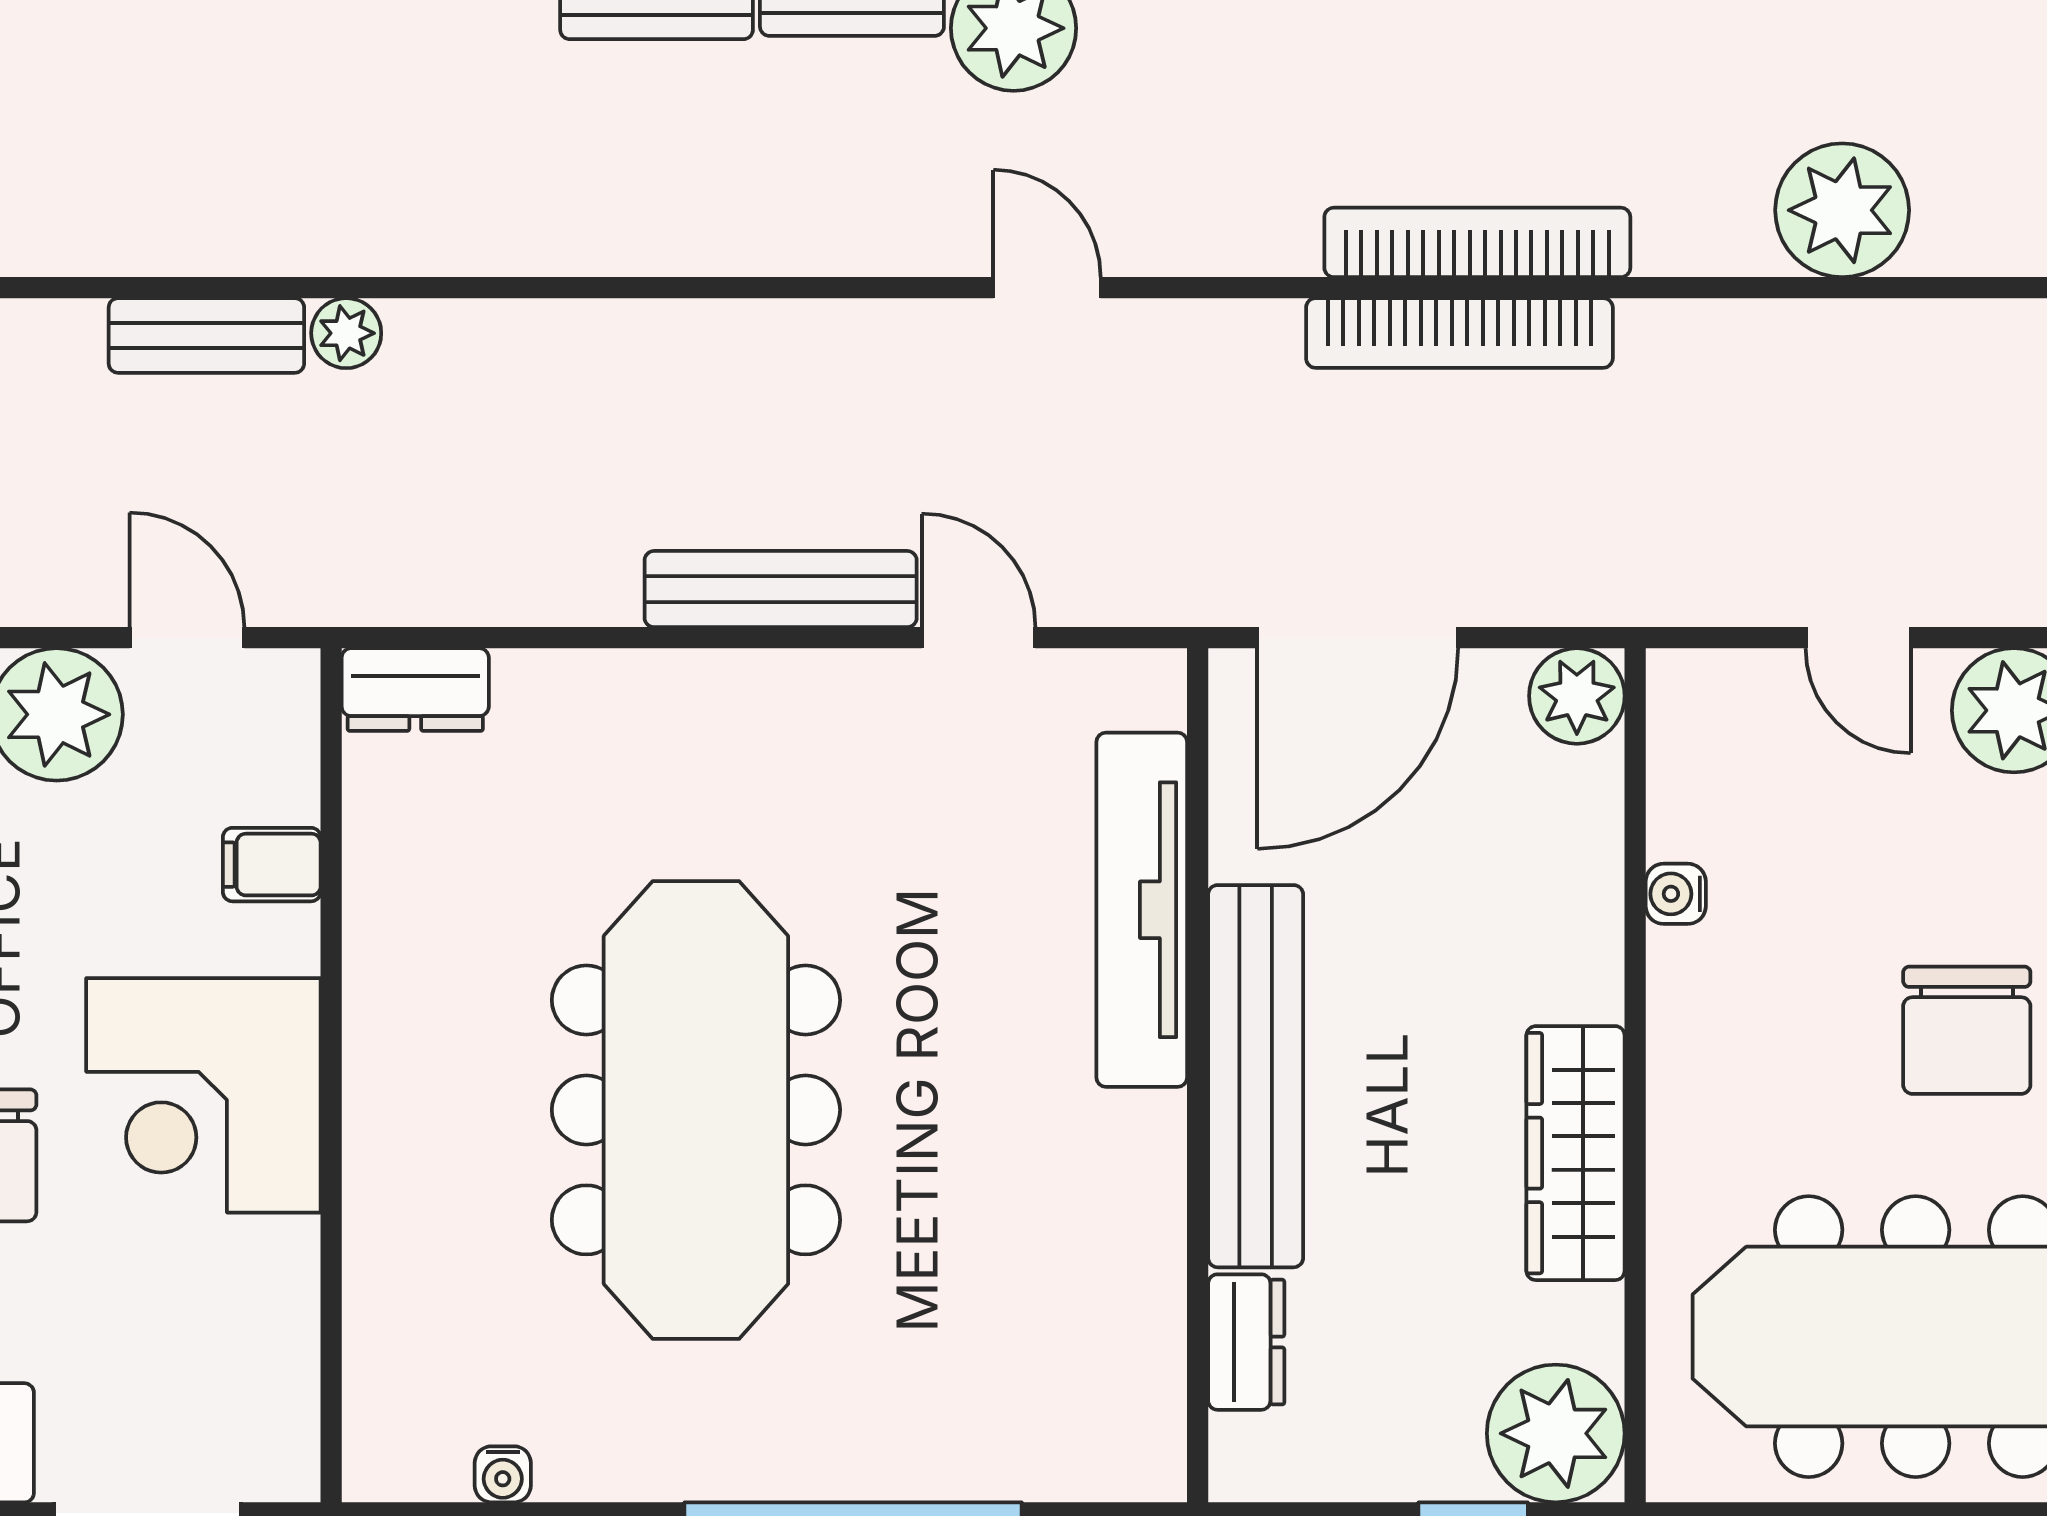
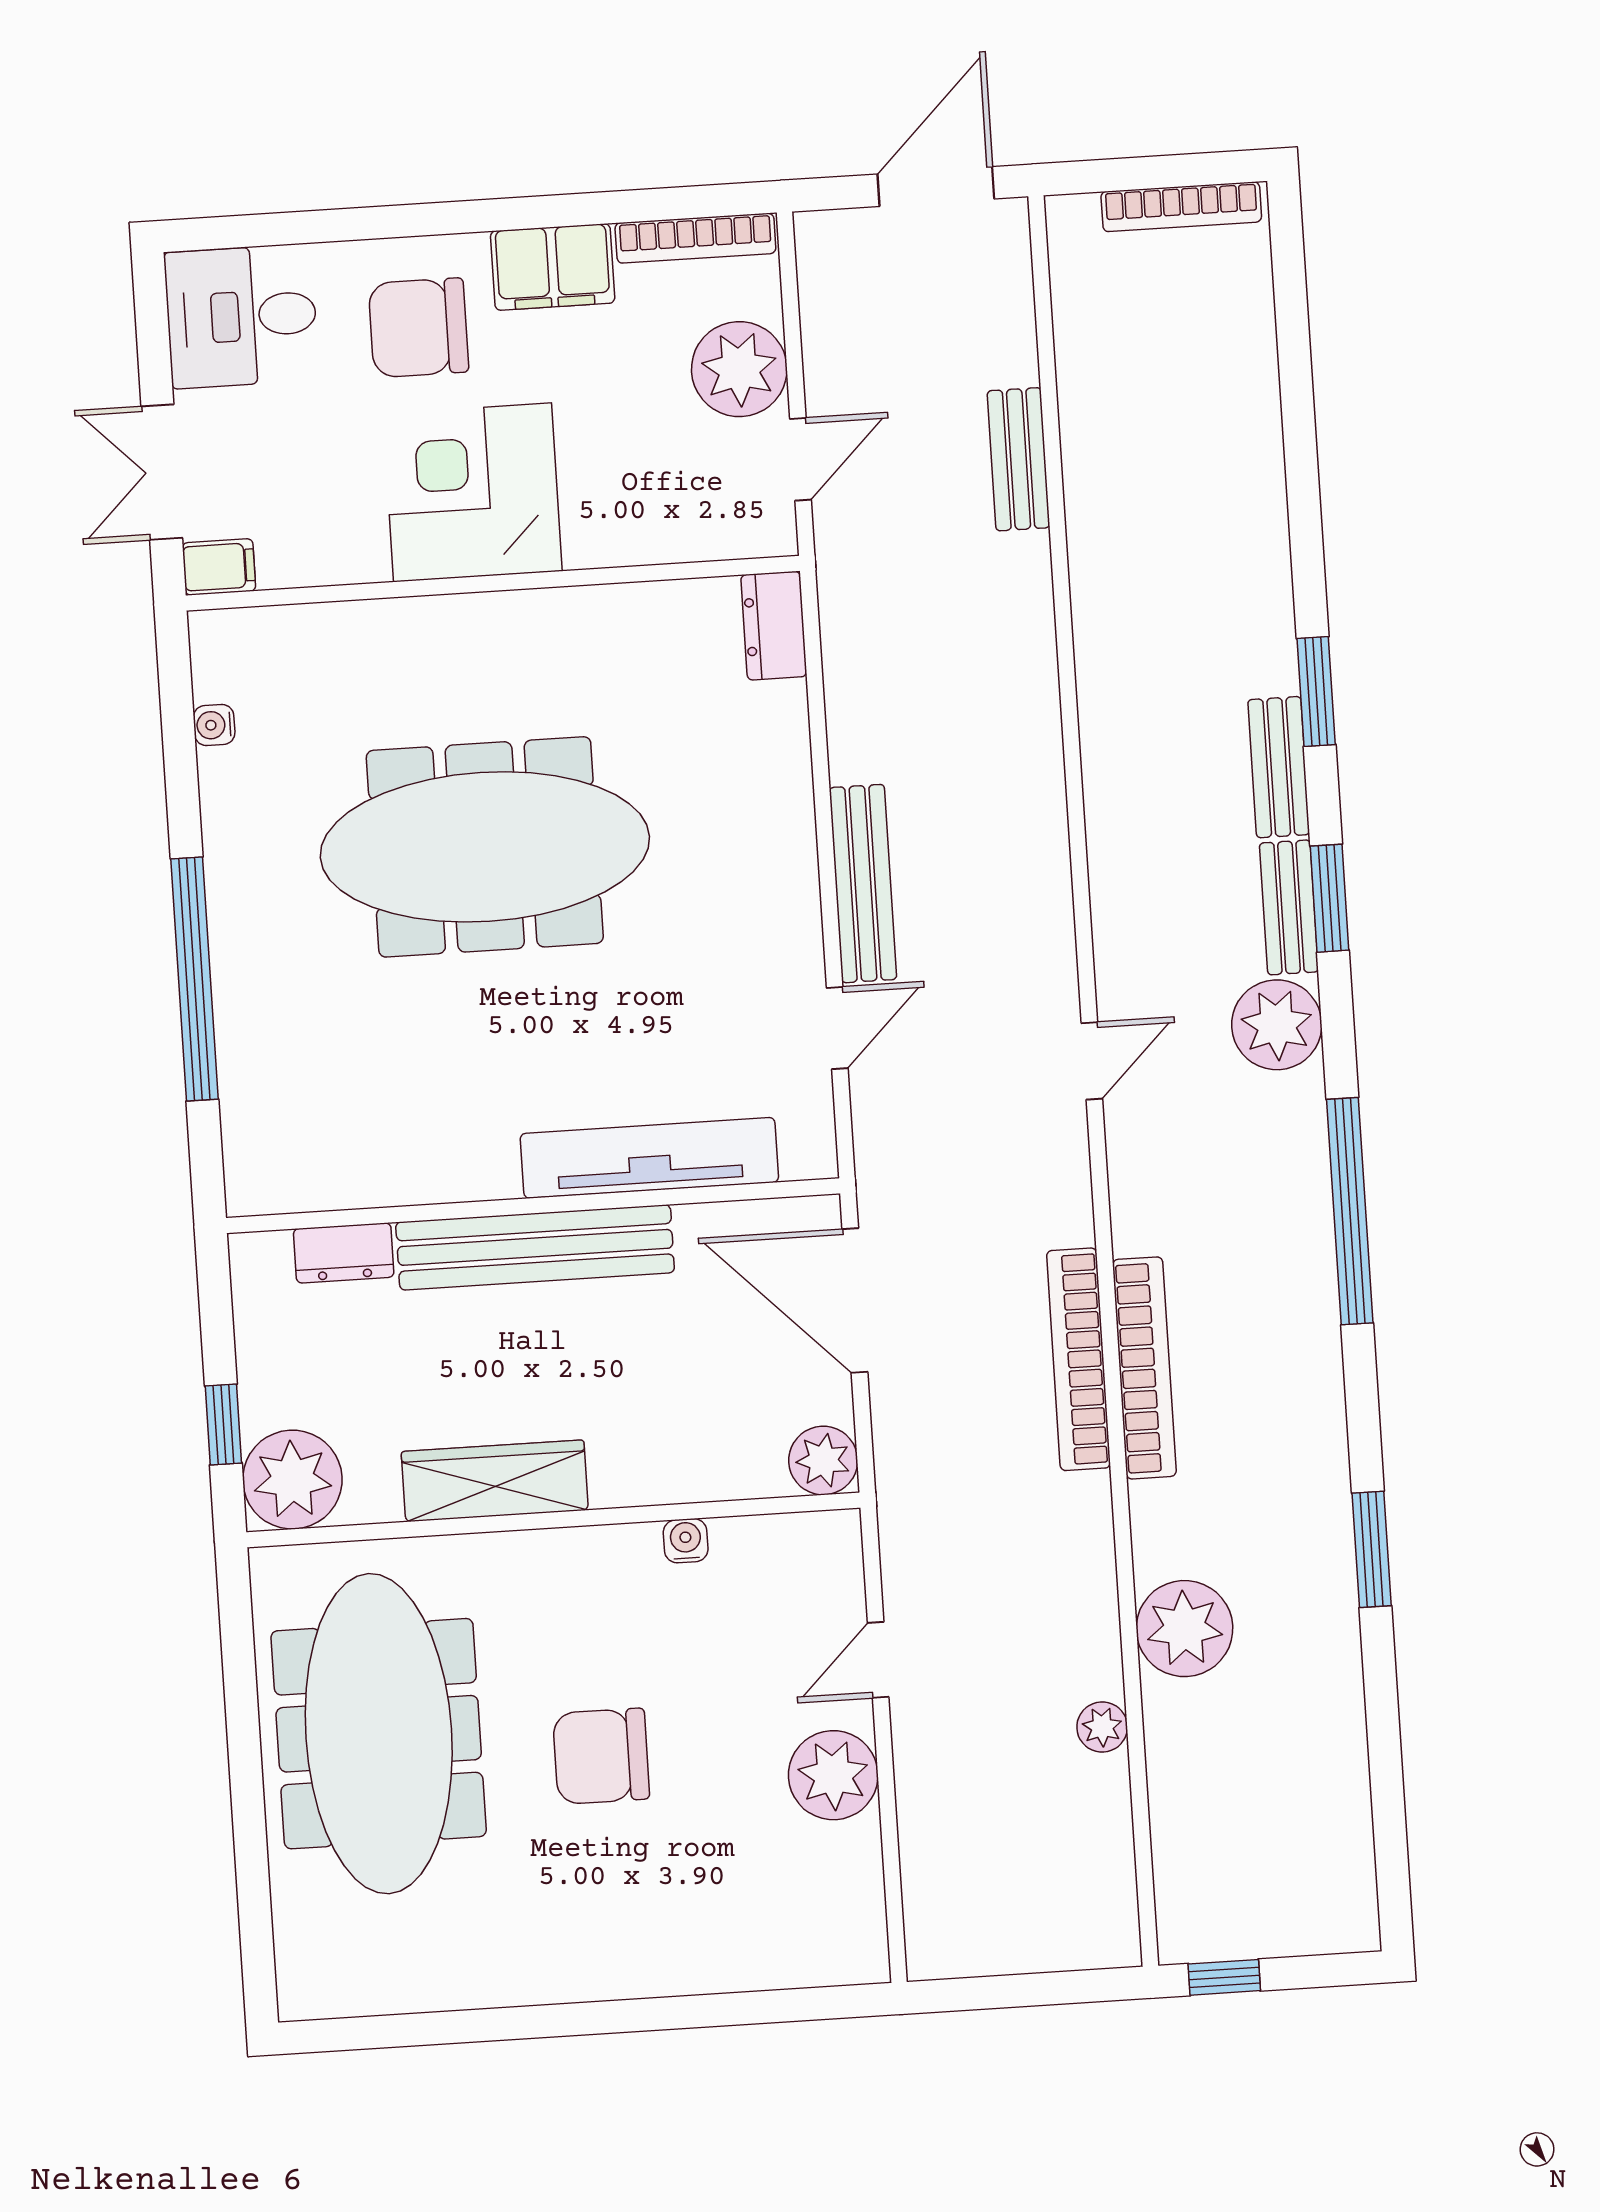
plant: (346, 333) -> (1102, 1727), moved
filing cabinet: (272, 865) -> (219, 567), moved, turned 90

